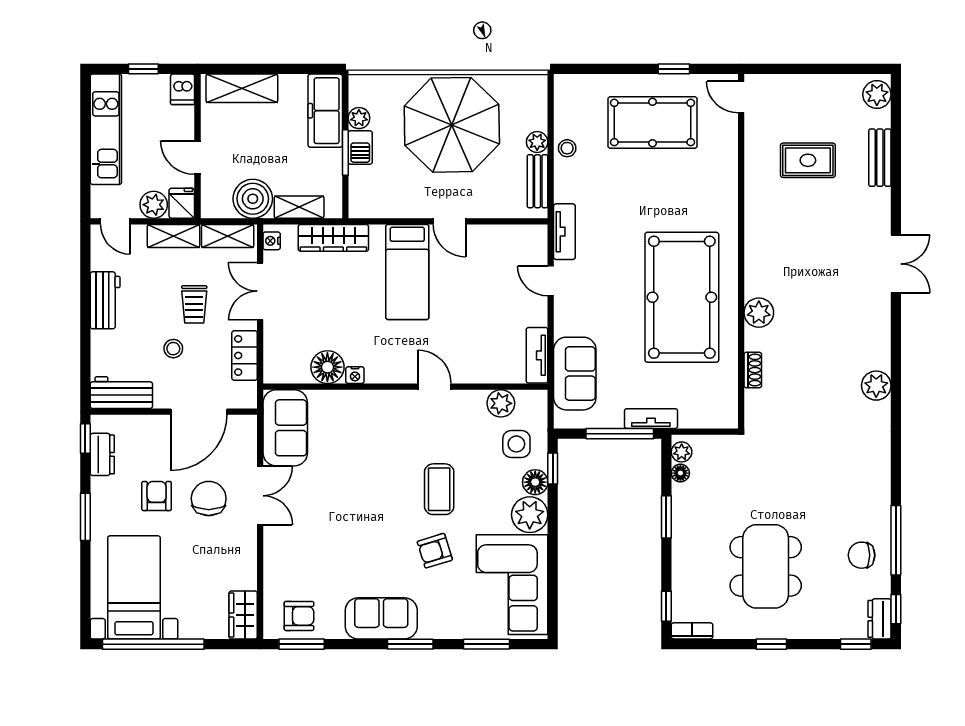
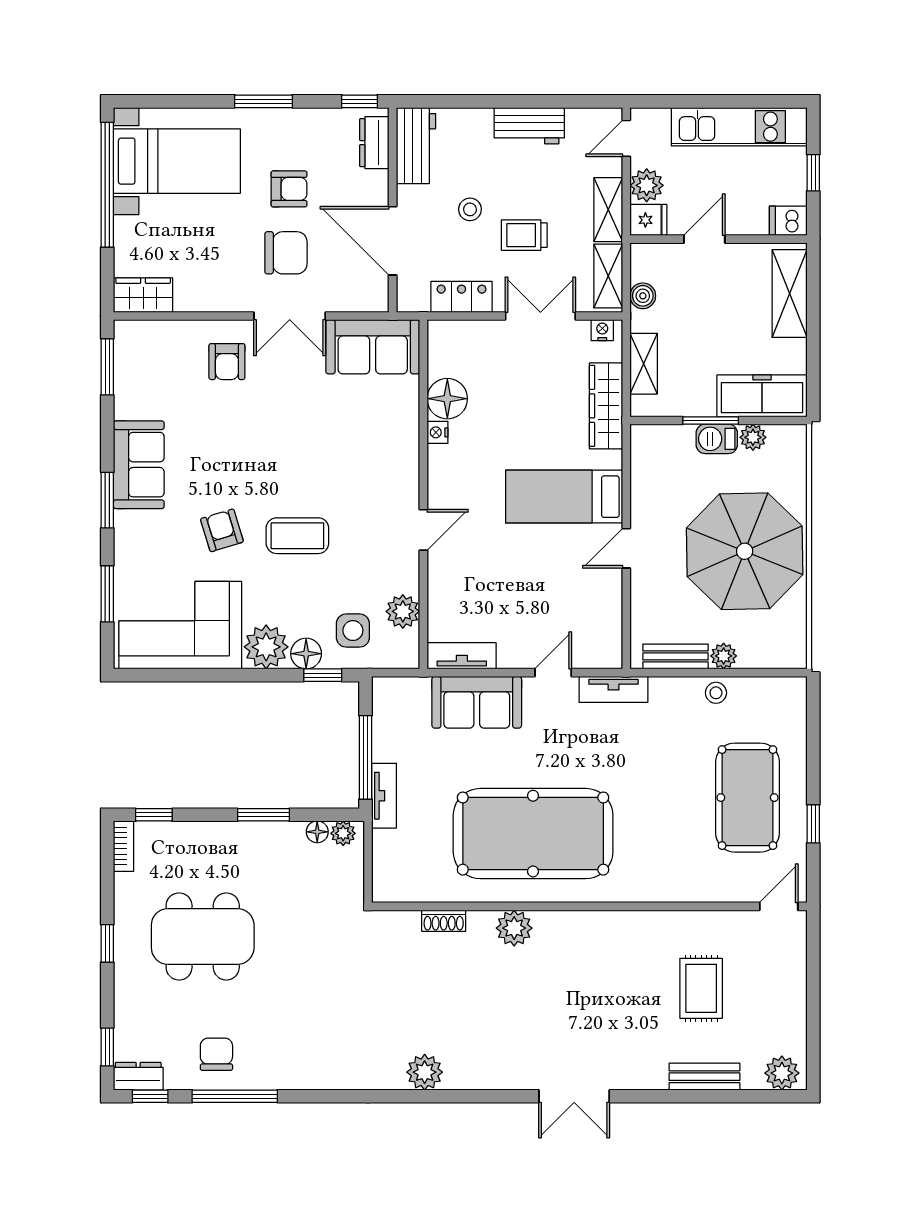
boiler: (253, 199) -> (643, 296), width x0.54, depth x0.54
sofa: (575, 374) -> (477, 702), moved
dresser: (102, 454) -> (374, 143), moved, turned 90
armchair: (299, 616) -> (227, 362), moved

